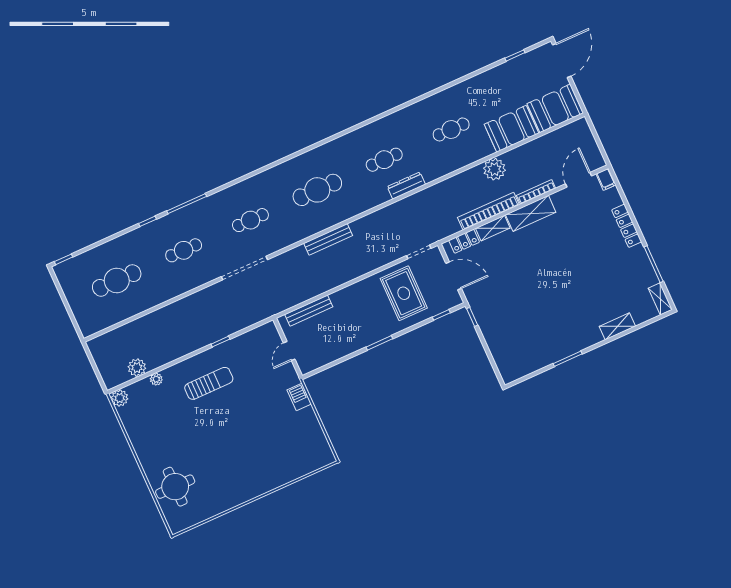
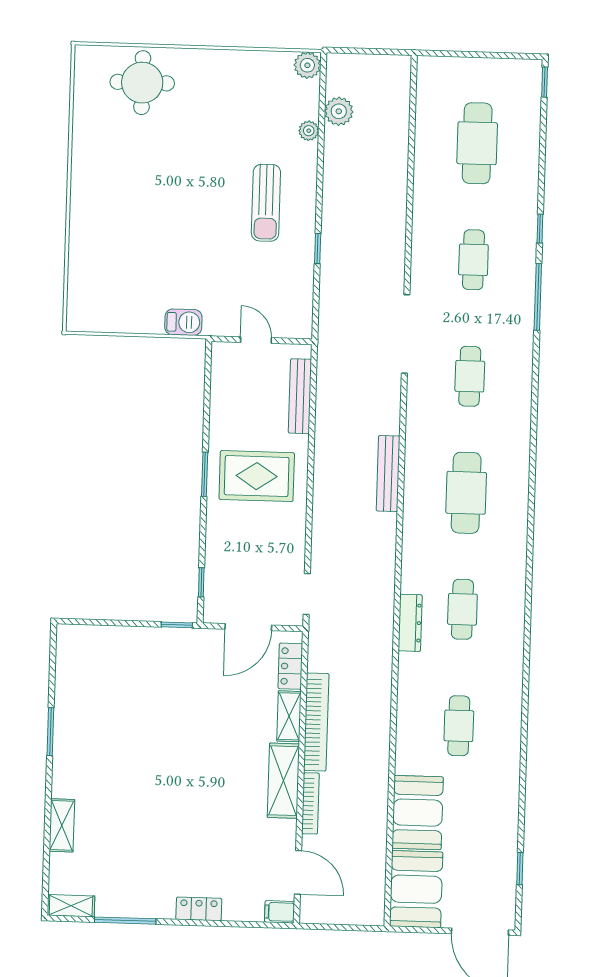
plant: (494, 169) -> (372, 760), removed
locker: (627, 226) -> (199, 909), width x0.66
rug: (404, 293) -> (257, 476), moved

